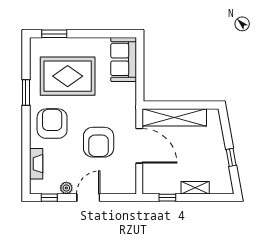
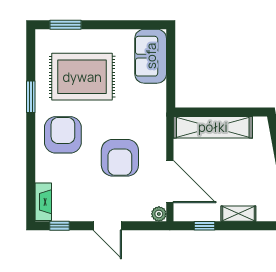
door: (139, 146) -> (170, 182), moved
fireplace: (36, 164) -> (43, 202), moved
plant: (66, 188) -> (159, 214), moved
door: (88, 198) -> (107, 226), swing flipped

